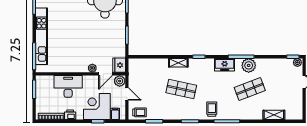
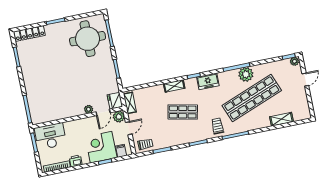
kitchen unit: (41, 36) -> (31, 88), removed
freezer: (225, 65) -> (208, 81), moved
shelving: (133, 70) -> (130, 103), added
desk: (68, 86) -> (50, 136), moved
shop shelf: (250, 89) -> (252, 98), width x2.00, depth x1.36
door: (127, 94) -> (129, 128), hinge flipped

